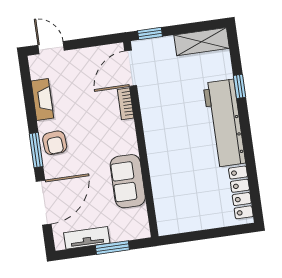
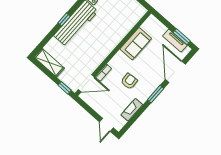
window: (240, 86) -> (64, 20), moved
armchair: (55, 143) -> (129, 81), moved
door: (44, 203) -> (175, 72), hinge flipped
window: (112, 248) -> (182, 37), moved

